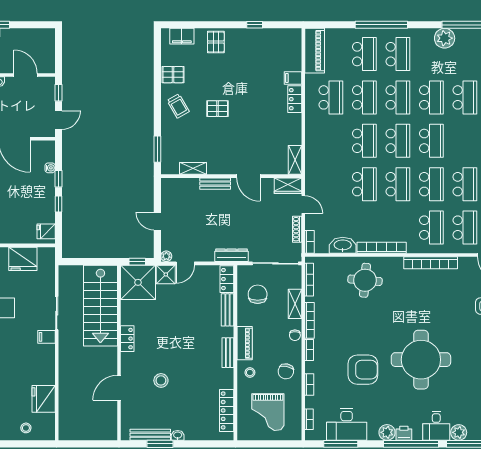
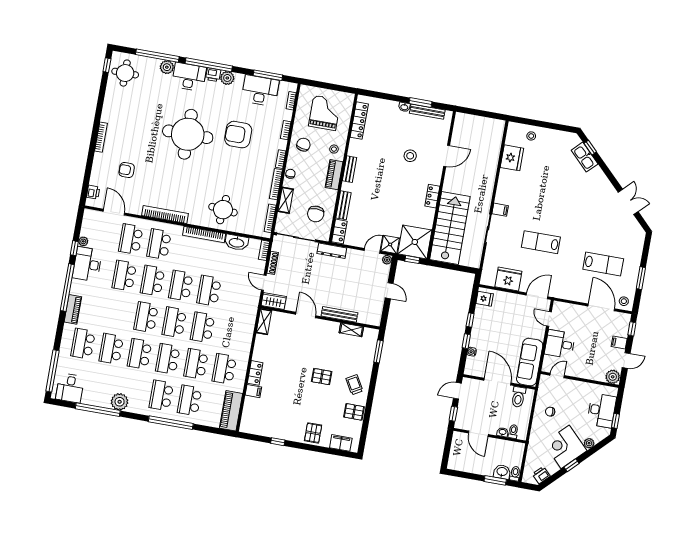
bench: (215, 184) -> (339, 314), width x1.36
desk: (436, 426) -> (189, 77), width x1.37

